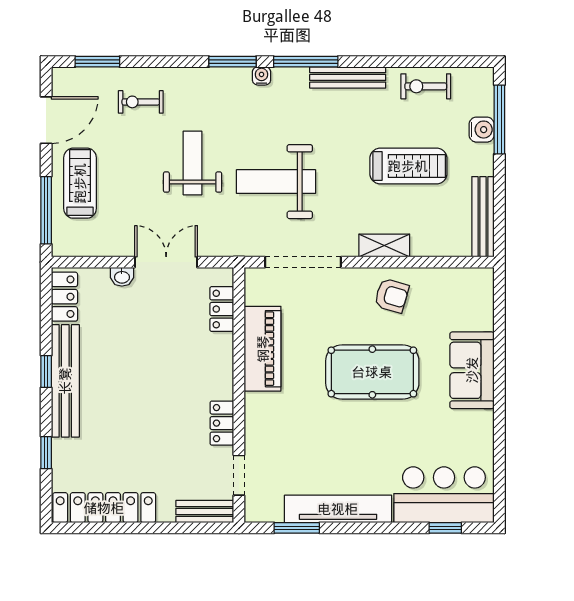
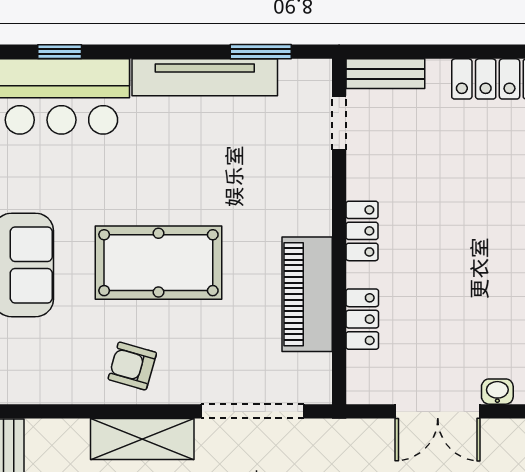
shelving: (384, 245) -> (142, 439), width x1.50, depth x1.33
locker: (222, 309) -> (362, 319), moved
locker: (222, 423) -> (362, 231), moved

